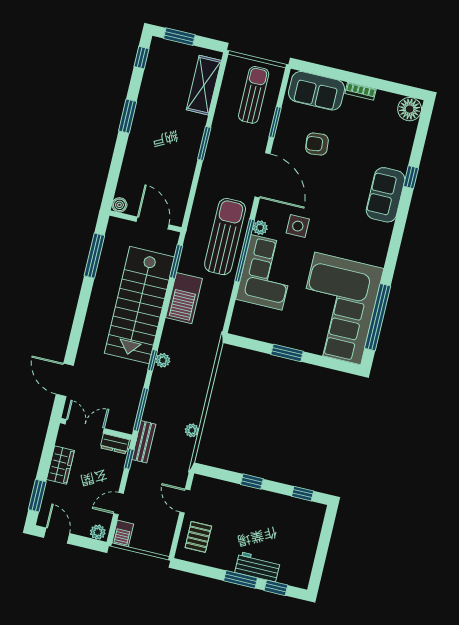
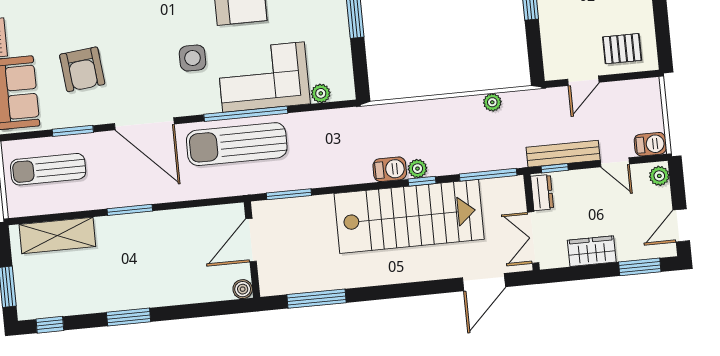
armchair: (317, 144) -> (82, 69), width x1.38, depth x1.38
door: (262, 175) -> (144, 124), swing flipped
plant: (260, 228) -> (321, 93), moved
barbecue: (184, 298) -> (390, 169), moved, width x0.53, depth x0.65
stairs: (139, 305) -> (409, 216), moved
bench: (144, 442) -> (563, 154), moved, width x1.36

